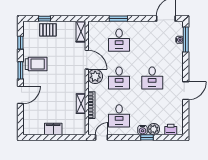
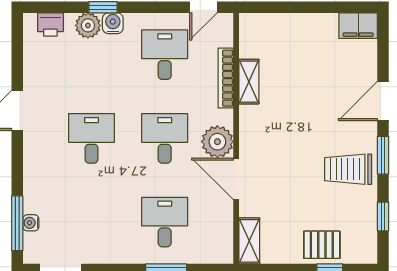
filing cabinet: (53, 129) -> (358, 26), moved

